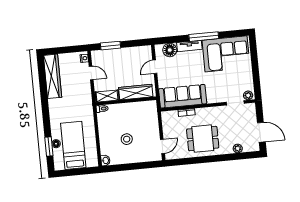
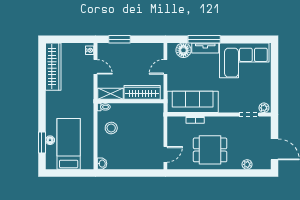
window: (204, 37) -> (204, 39), moved
stool: (127, 139) -> (111, 128), moved

